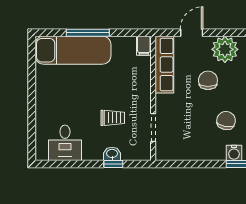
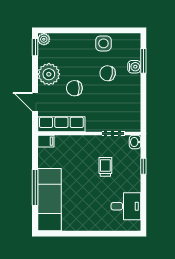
washbasin: (112, 154) -> (135, 142), moved

